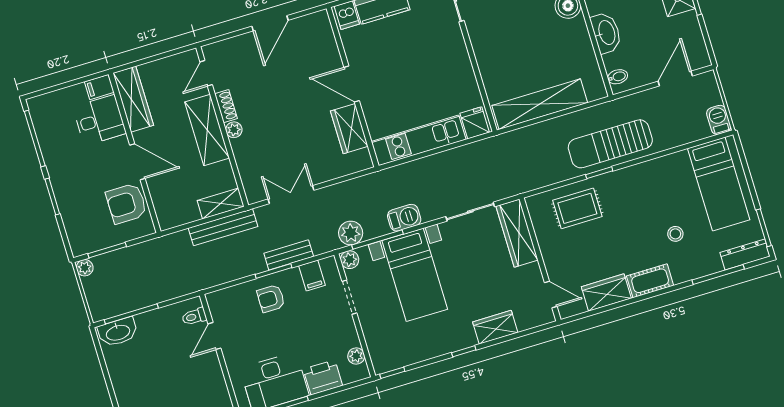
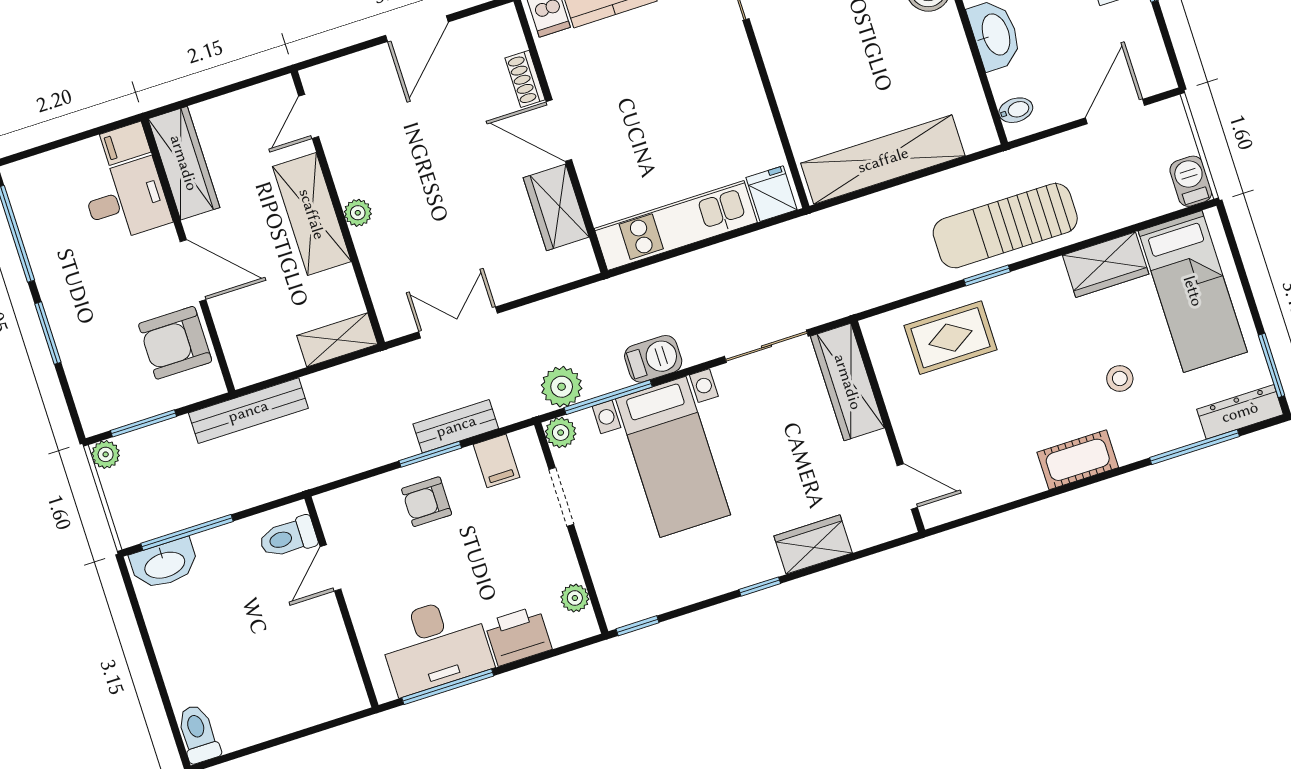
shoe rack: (226, 106) -> (525, 79), moved, turned 180
bench: (223, 227) -> (248, 411), moved
wardrobe: (606, 292) -> (1106, 265), moved, turned 180
toilet: (194, 317) -> (288, 537), width x1.37, depth x1.39

